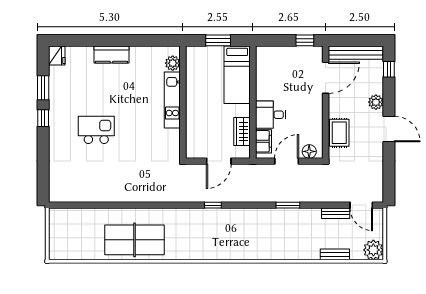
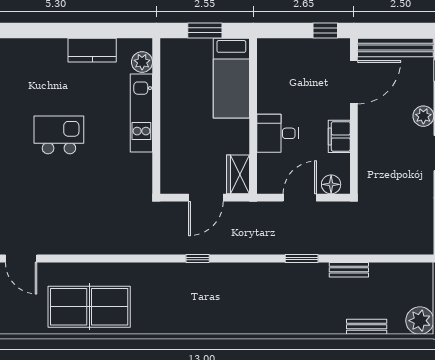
kitchen counter: (111, 55) -> (92, 50), moved
kitchen island: (96, 130) -> (59, 135), moved
wardrobe: (242, 132) -> (238, 174), moved
rug: (339, 133) -> (373, 159), removed
filing cabinet: (264, 141) -> (339, 136), moved, turned 180
door: (361, 205) -> (21, 258), moved
bench: (336, 213) -> (349, 270), moved

